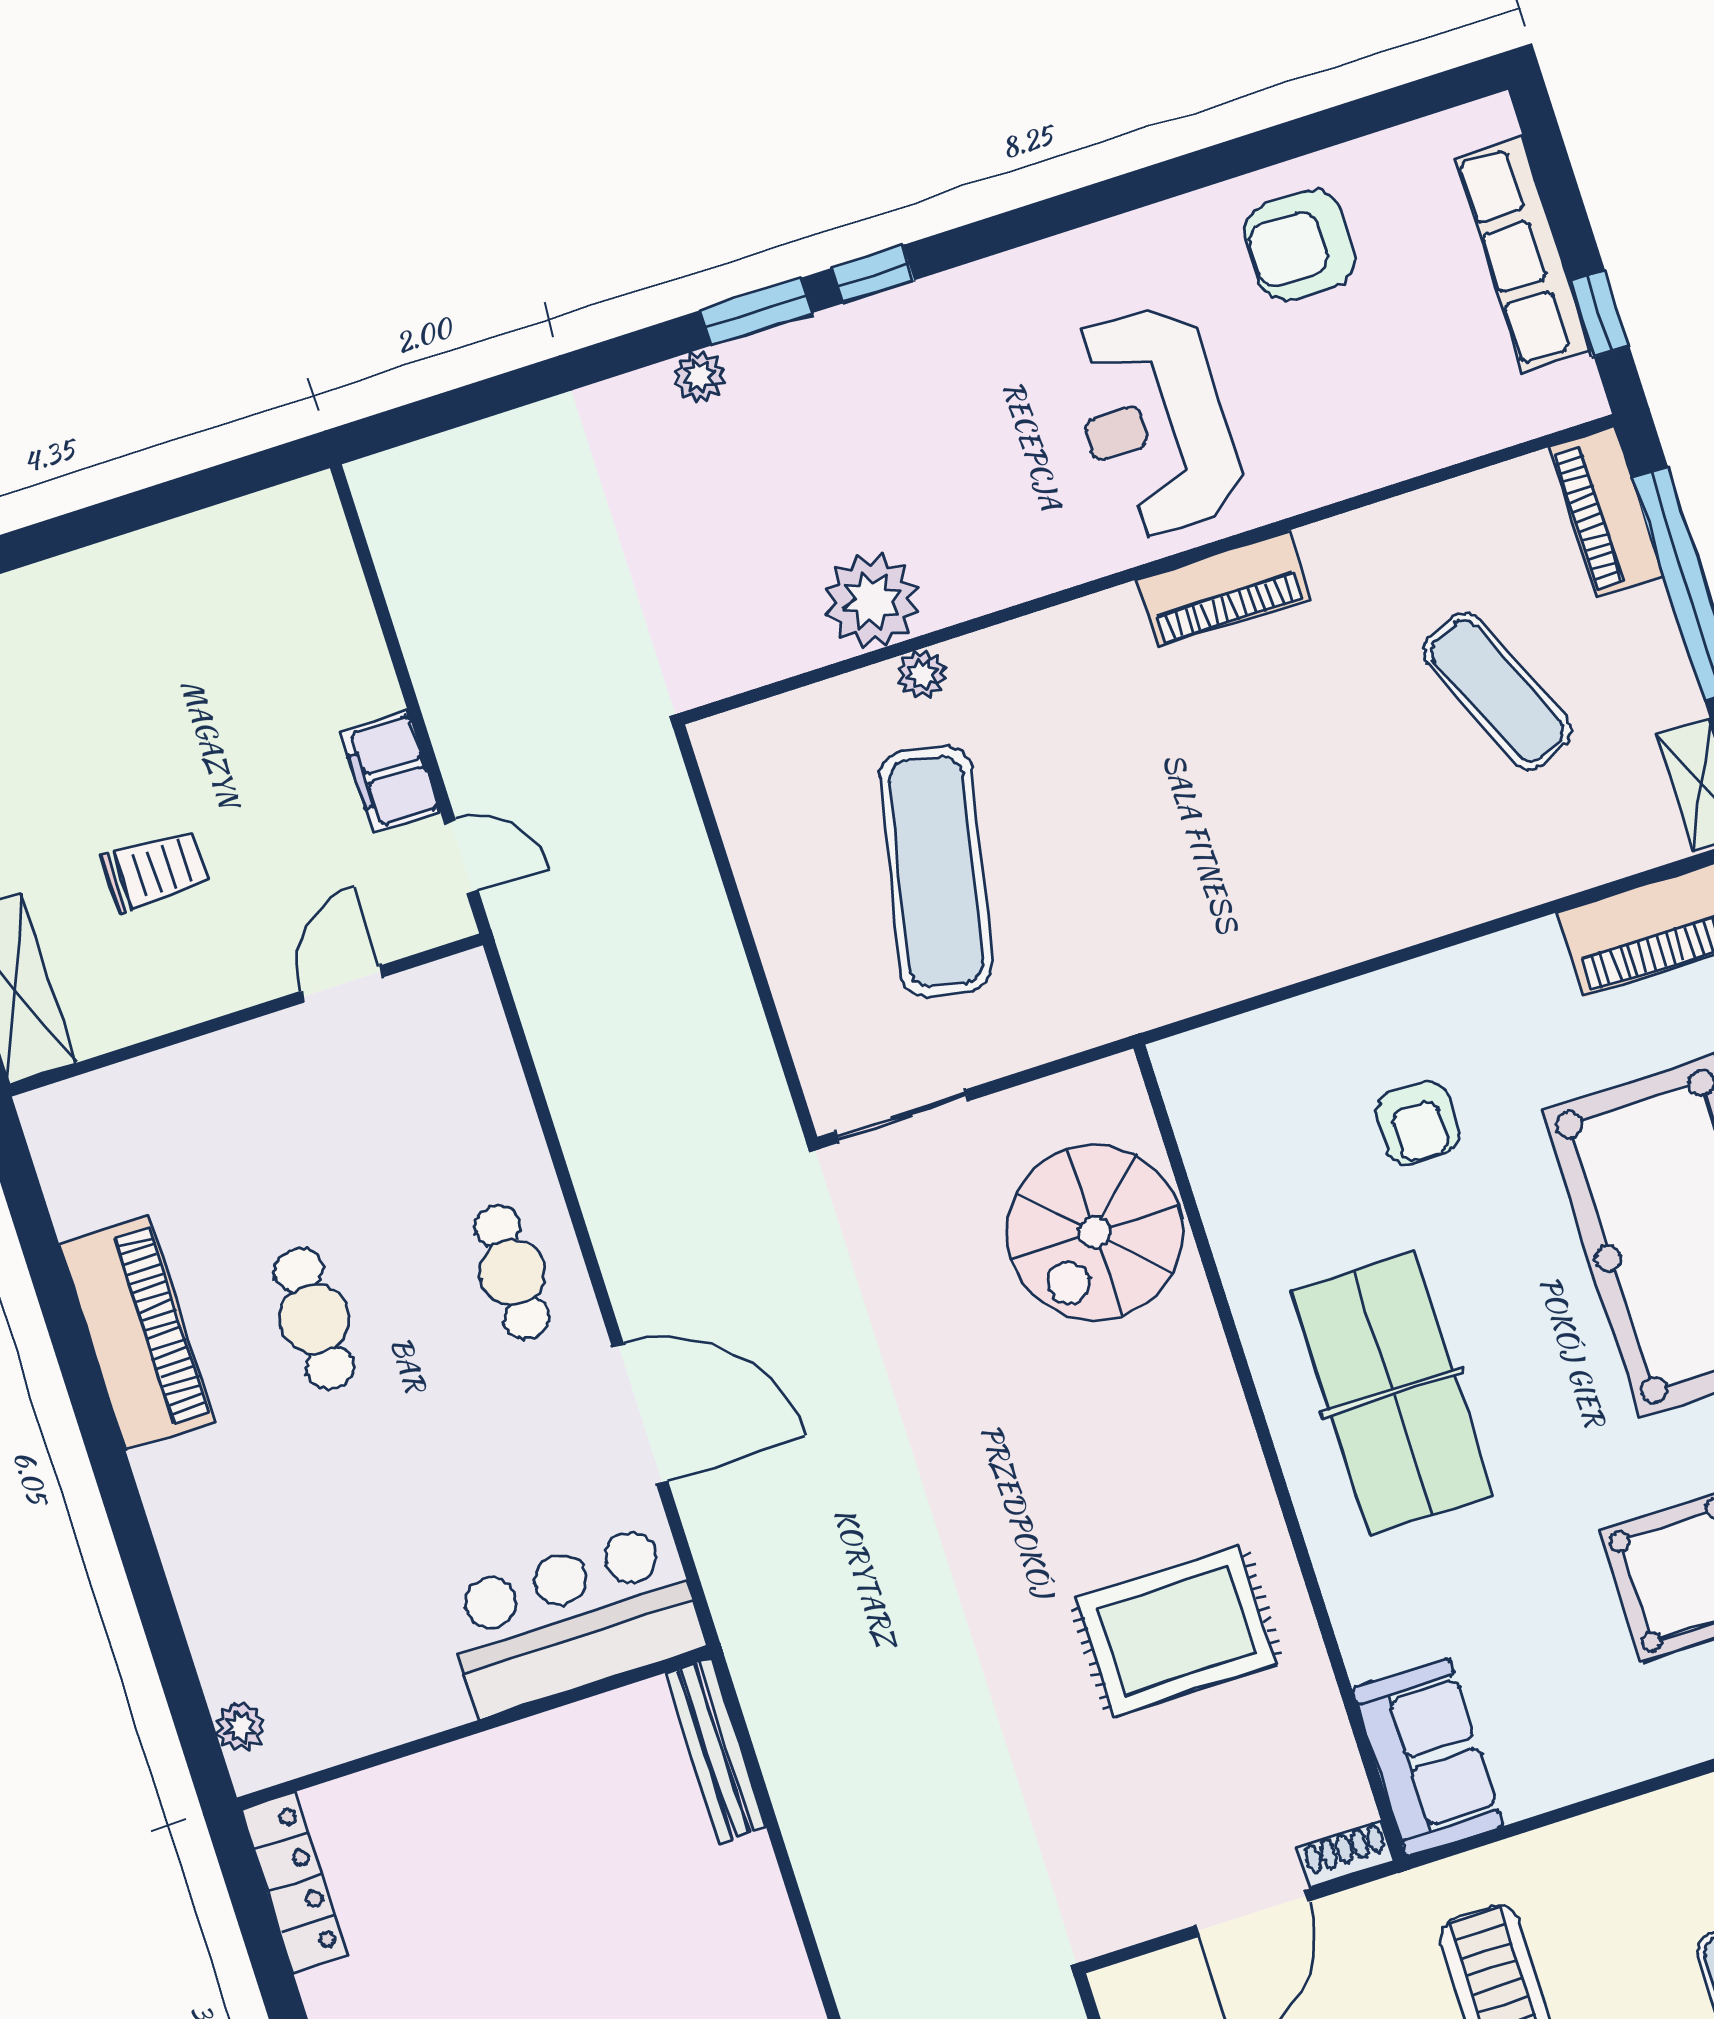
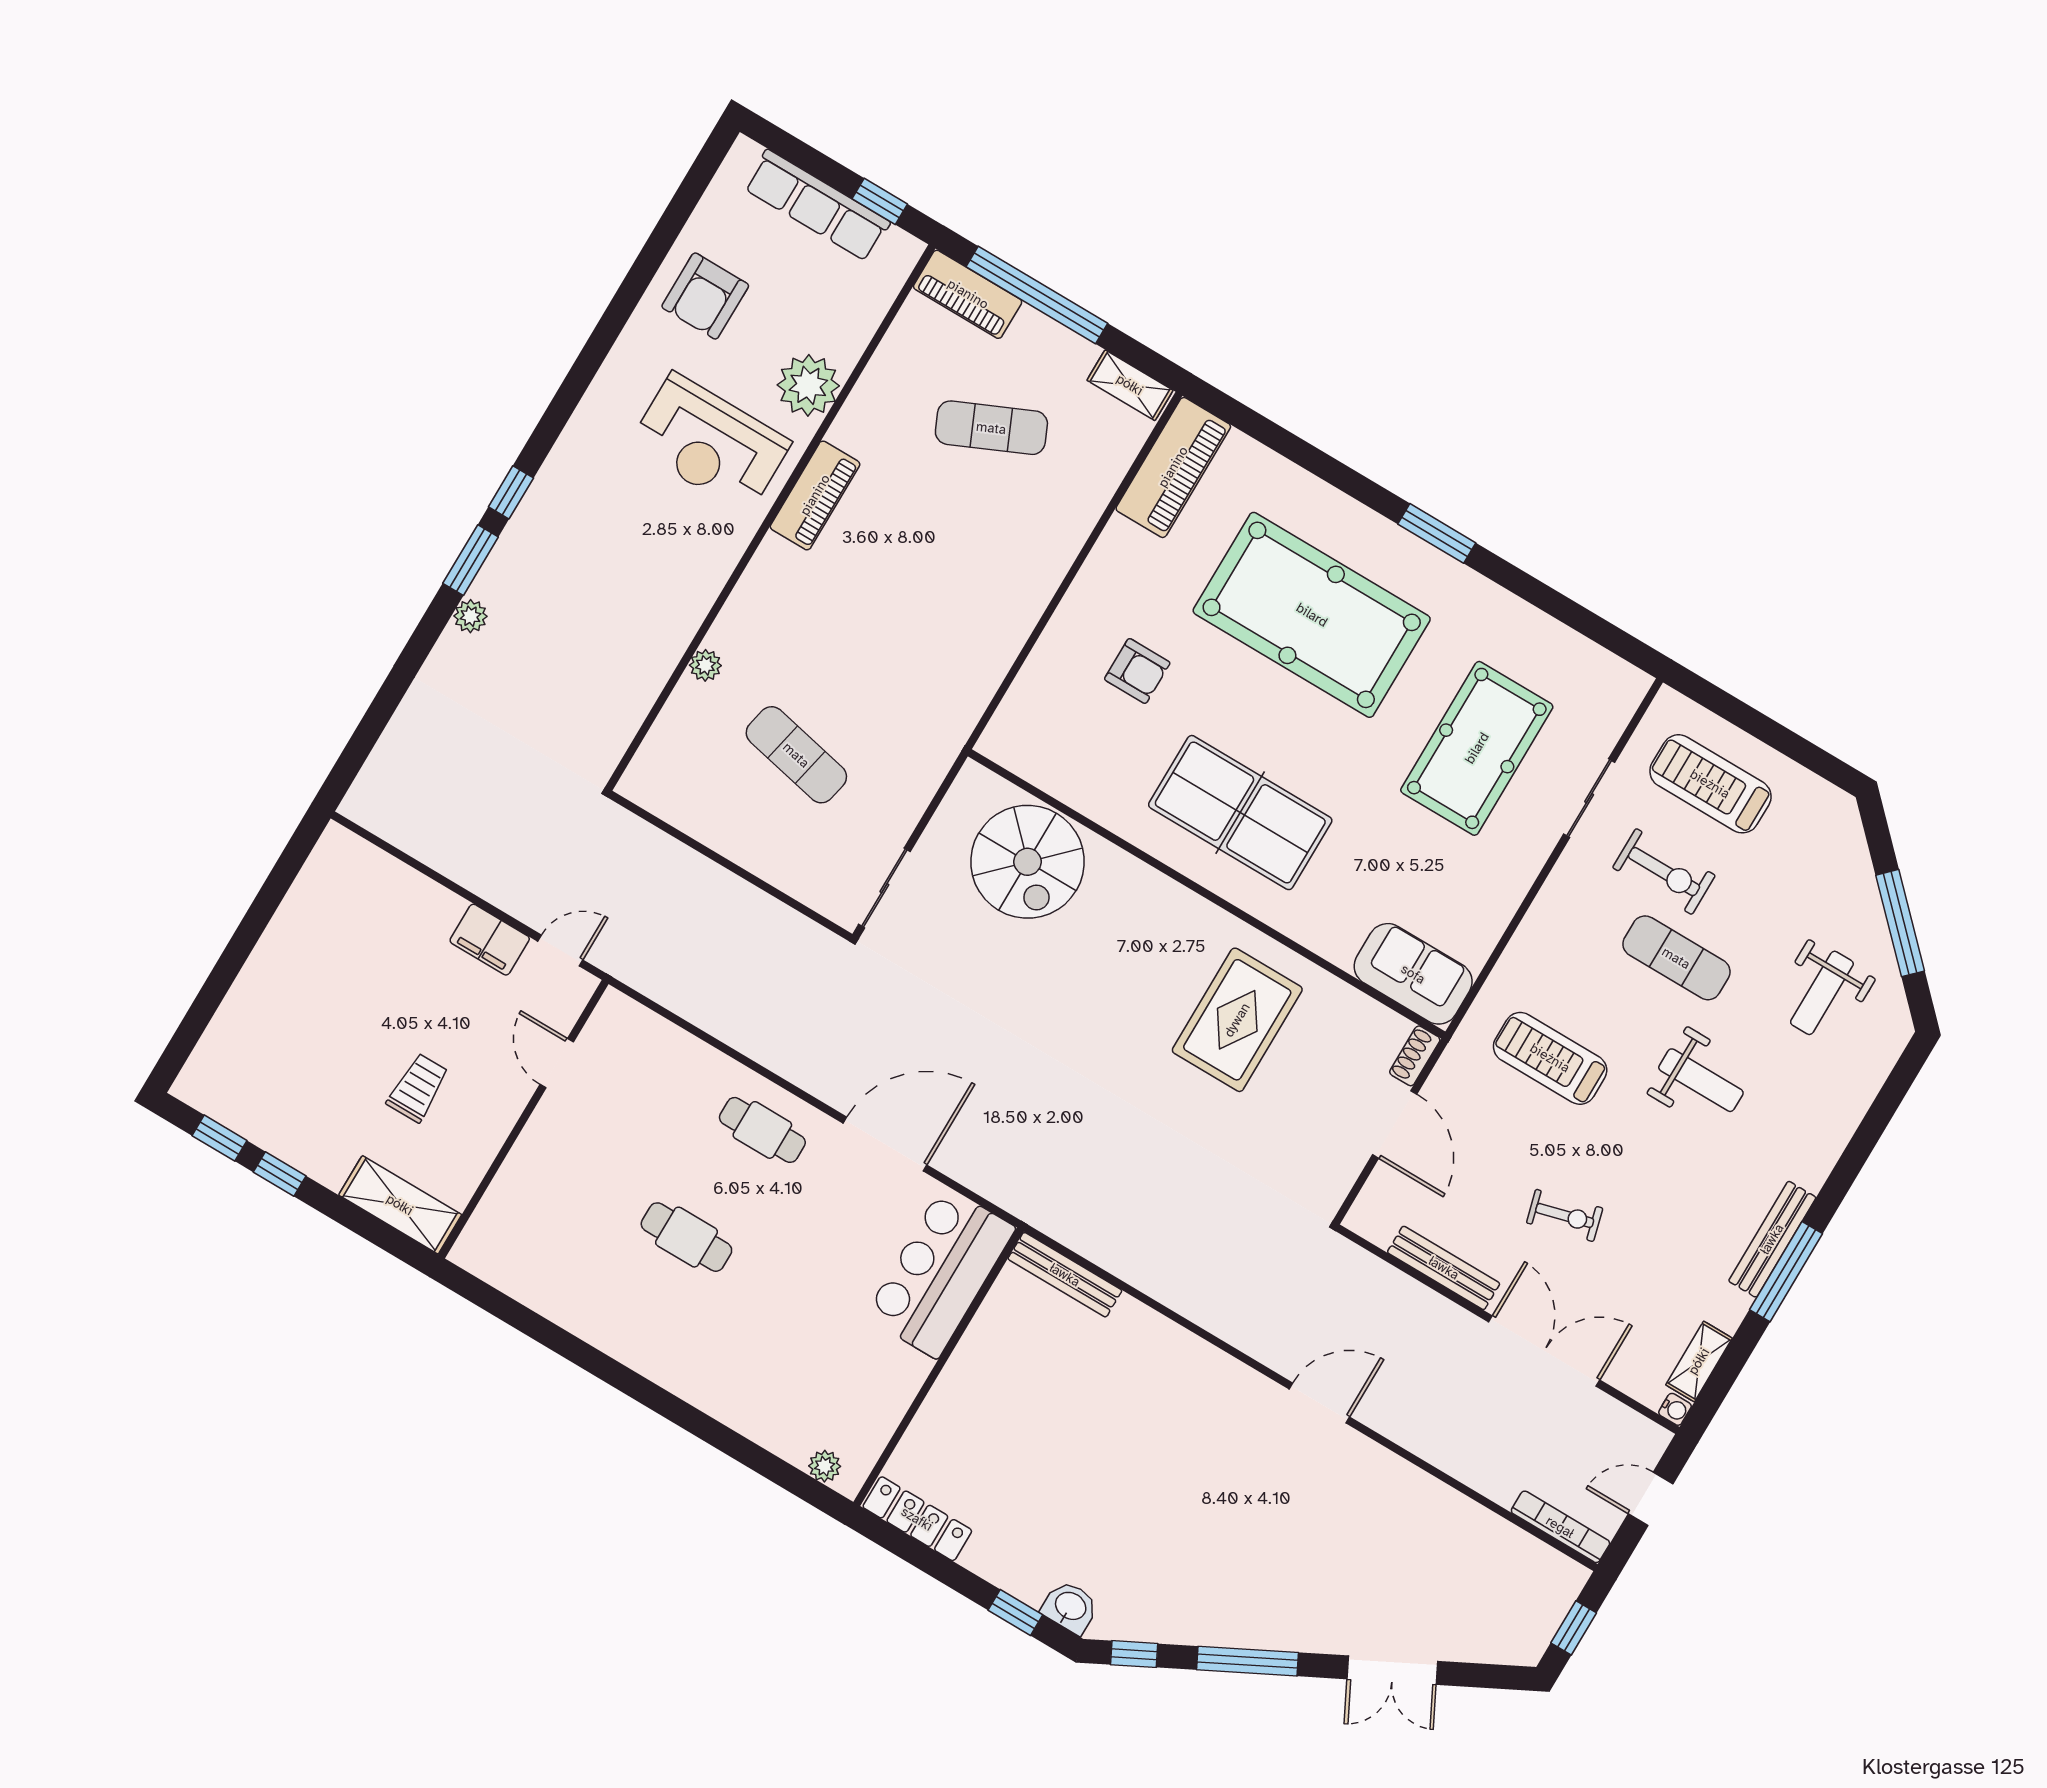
plant: (872, 601) -> (808, 385), moved
exercise mat: (936, 871) -> (796, 755), width x0.73, depth x0.69
piano: (137, 1333) -> (607, 1320), removed

